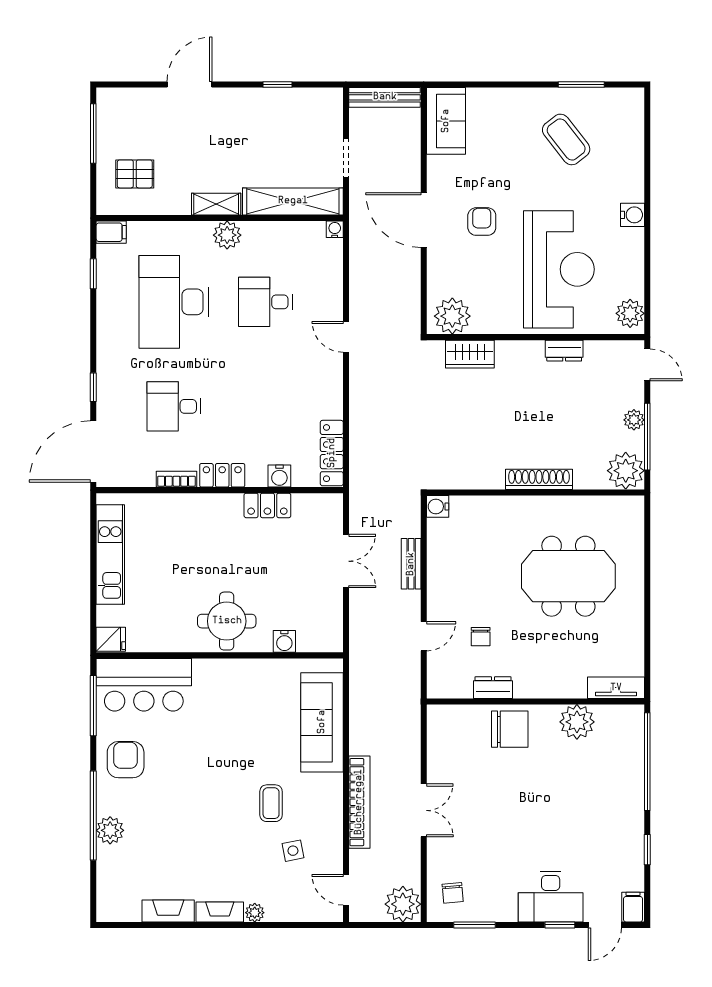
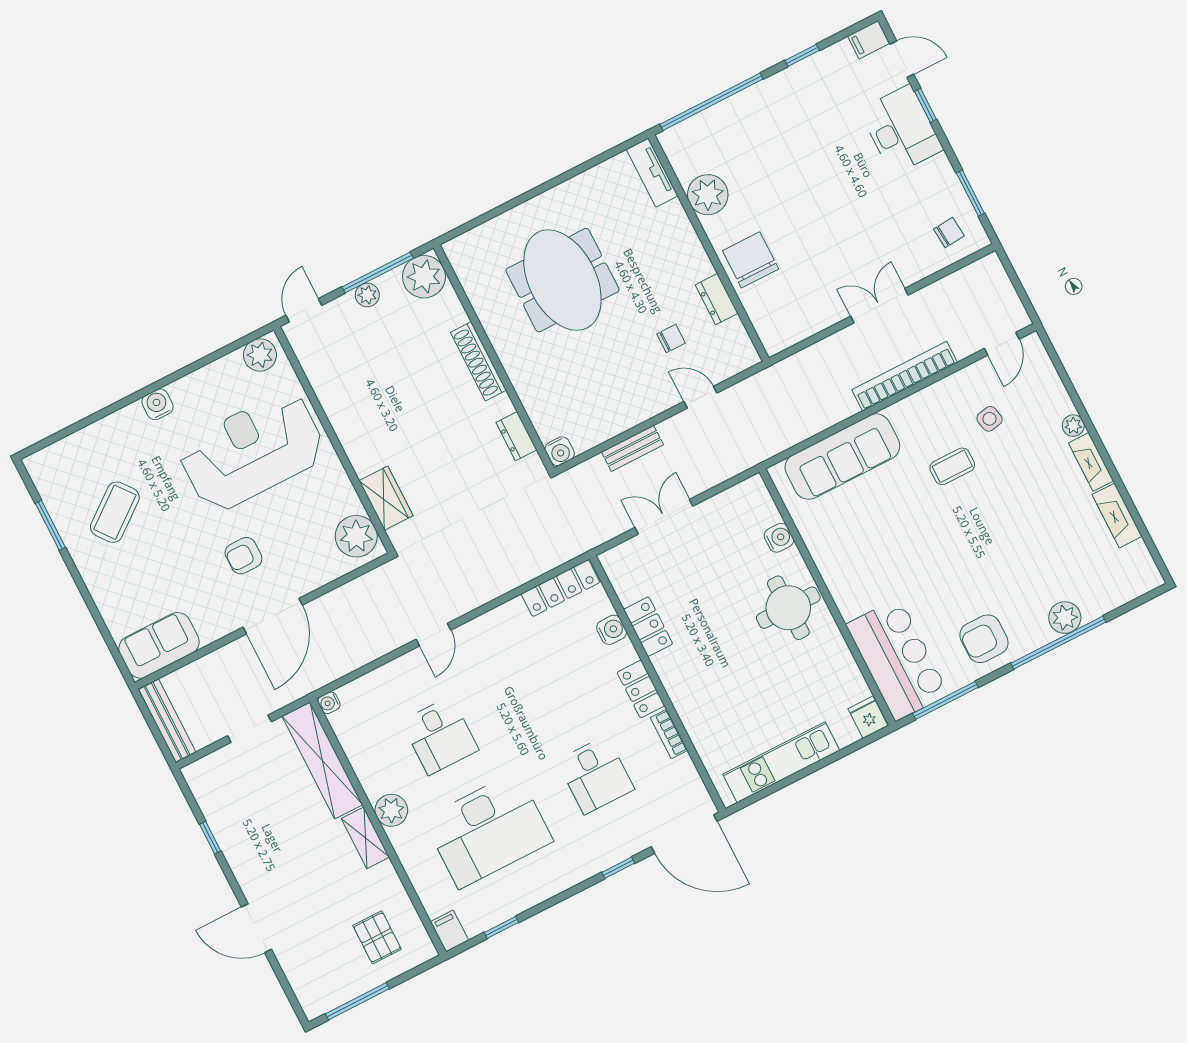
dresser: (564, 351) -> (516, 436), moved, turned 180
plant: (403, 904) -> (987, 278), removed

